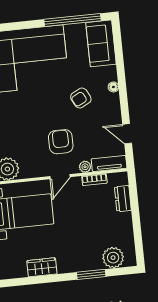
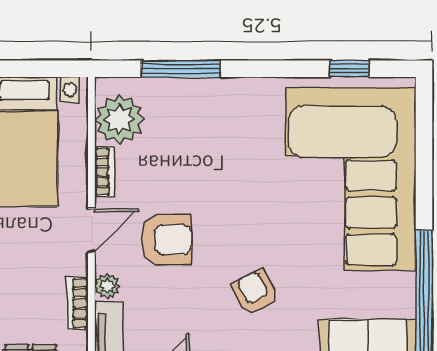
bookcase: (32, 173) -> (105, 172), added
door: (60, 177) -> (91, 230), swing flipped

